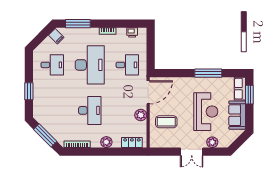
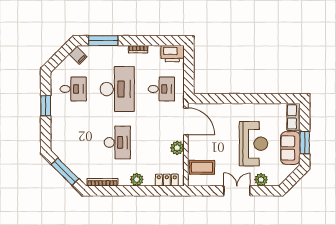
printer: (132, 32) -> (172, 54), width x1.87, depth x1.48
window: (208, 73) -> (256, 99), removed
window: (29, 91) -> (46, 106), moved
door: (148, 92) -> (186, 121), hinge flipped
window: (249, 95) -> (305, 143), moved
coffee table: (166, 122) -> (202, 167), moved
double door: (192, 152) -> (237, 191), swing flipped

